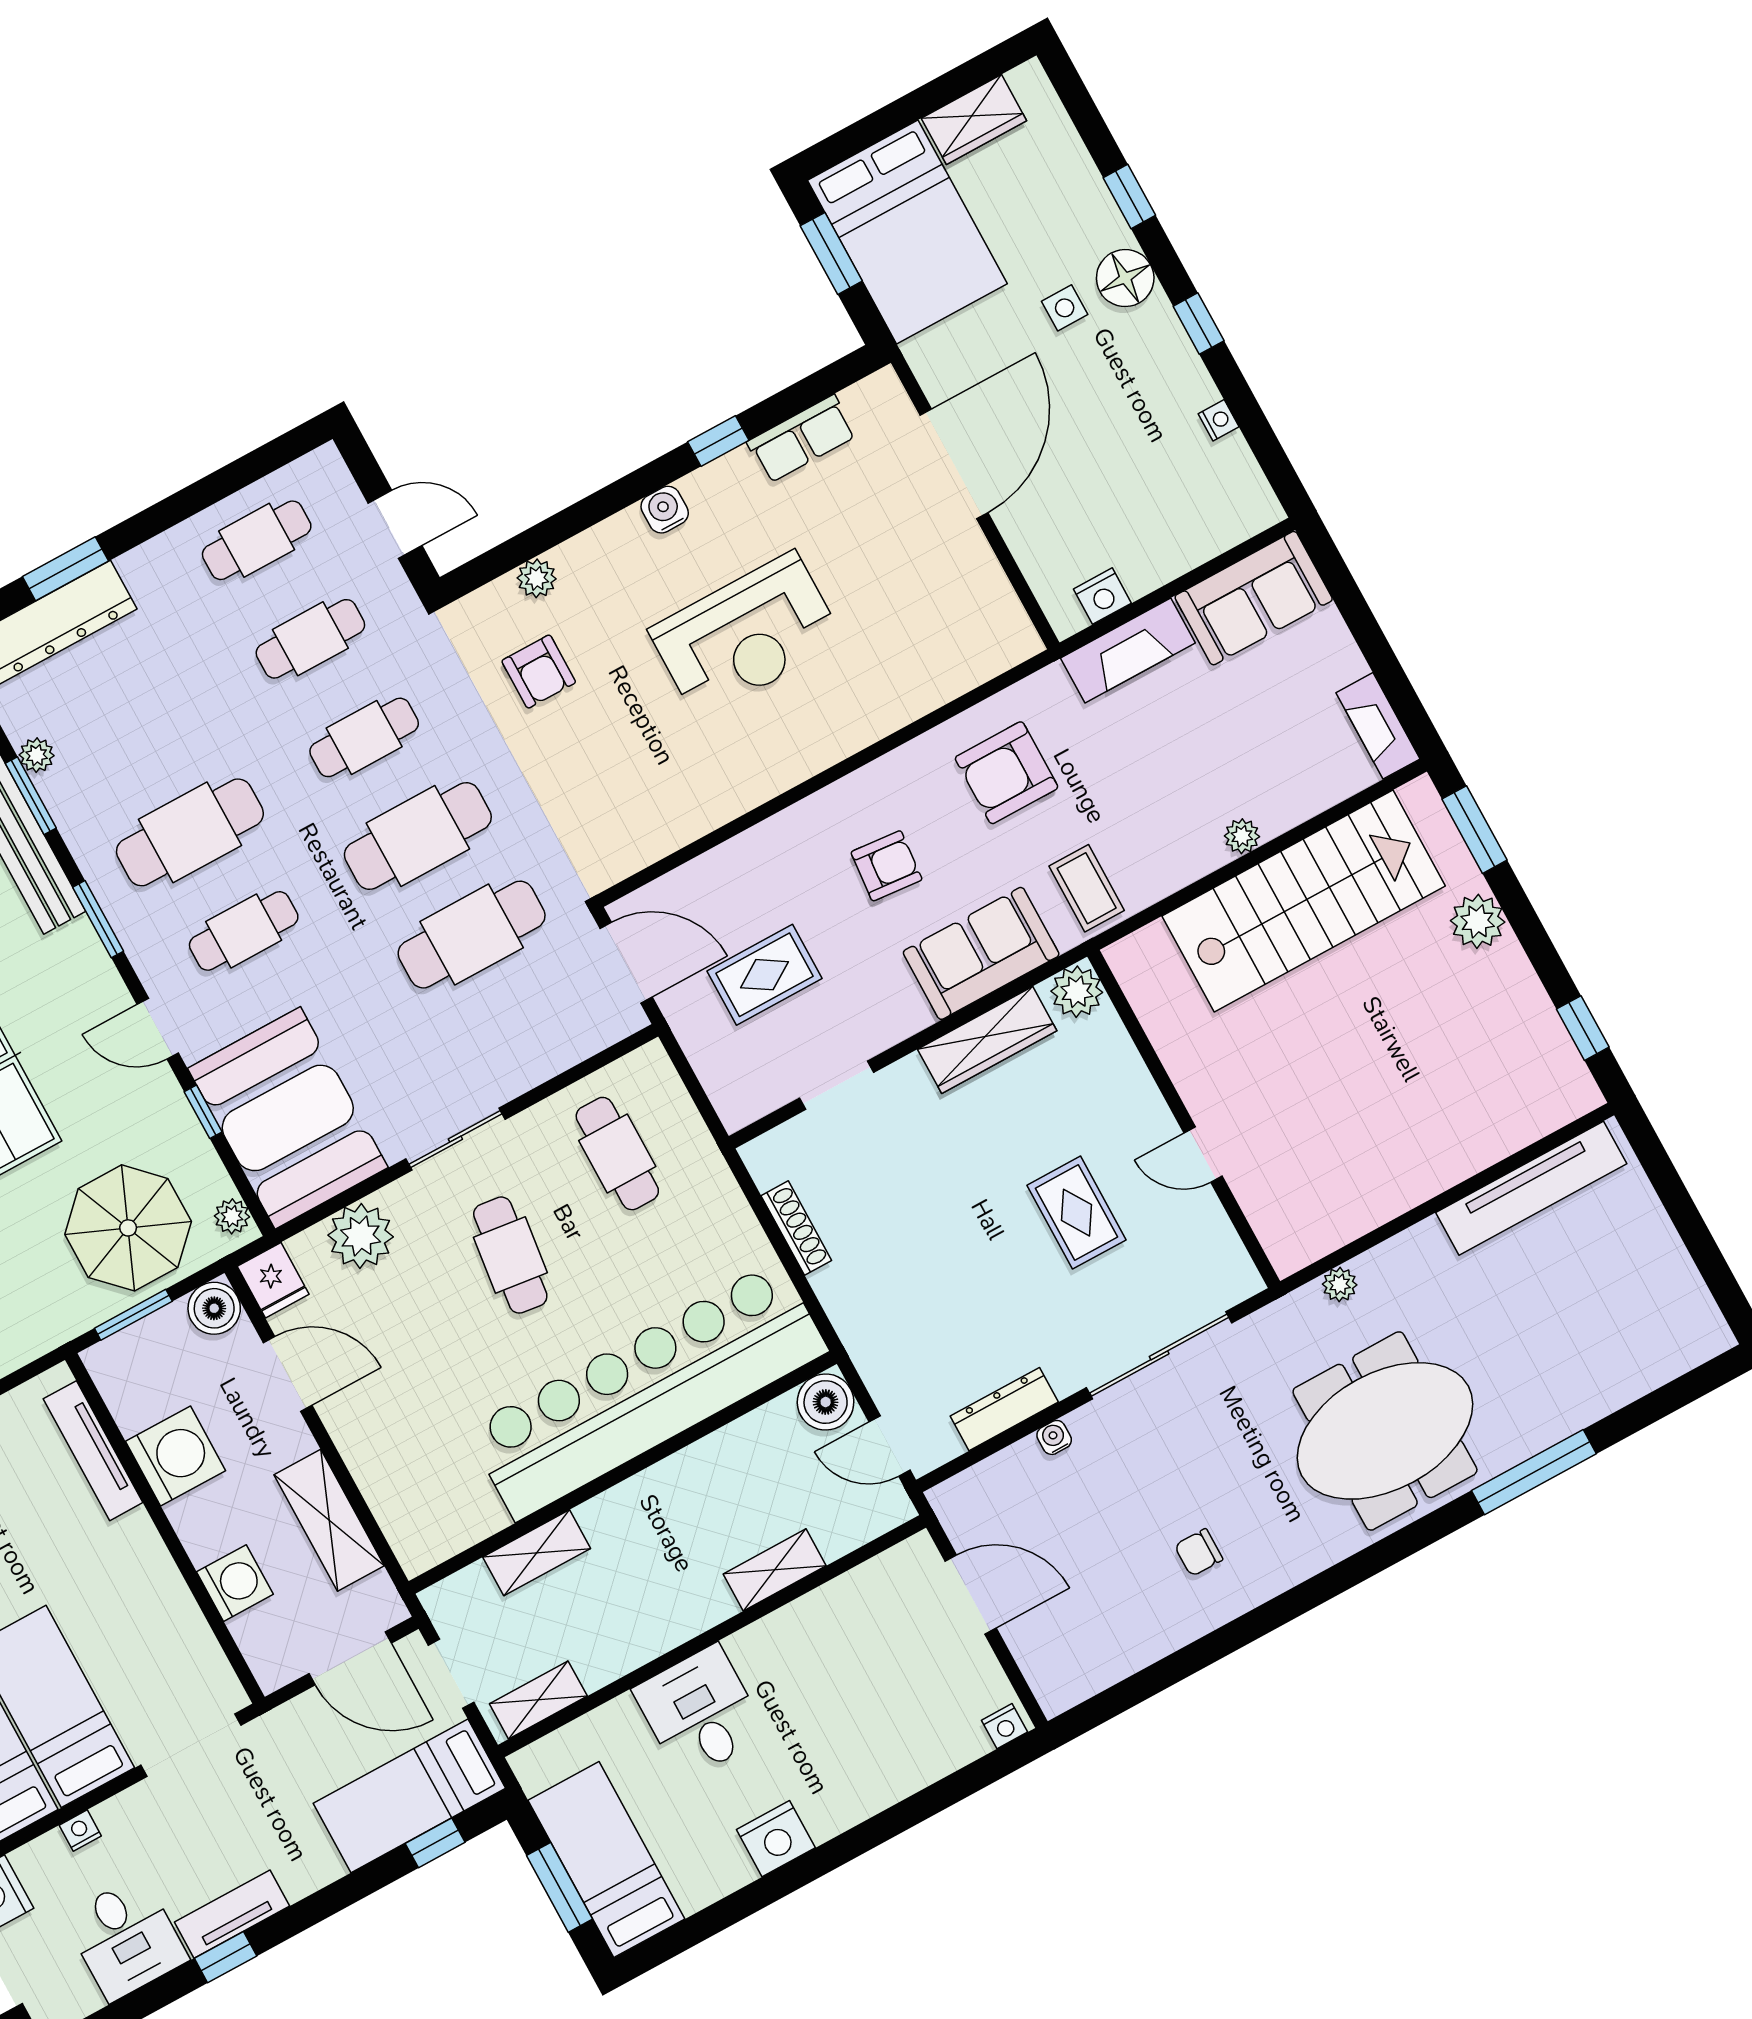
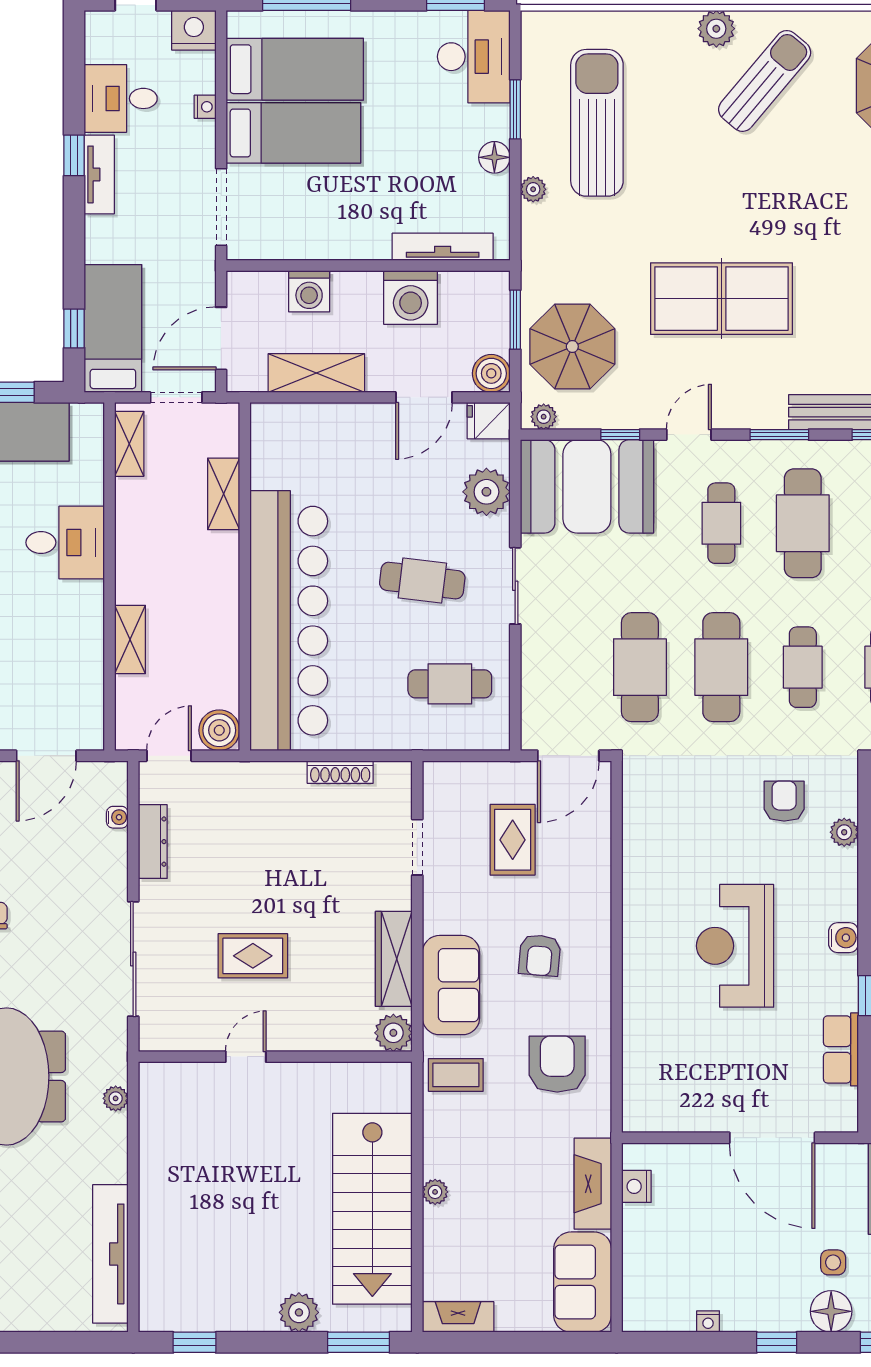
armchair: (539, 672) -> (784, 801), turned 90
water cooler: (1054, 1437) -> (117, 817), moved

